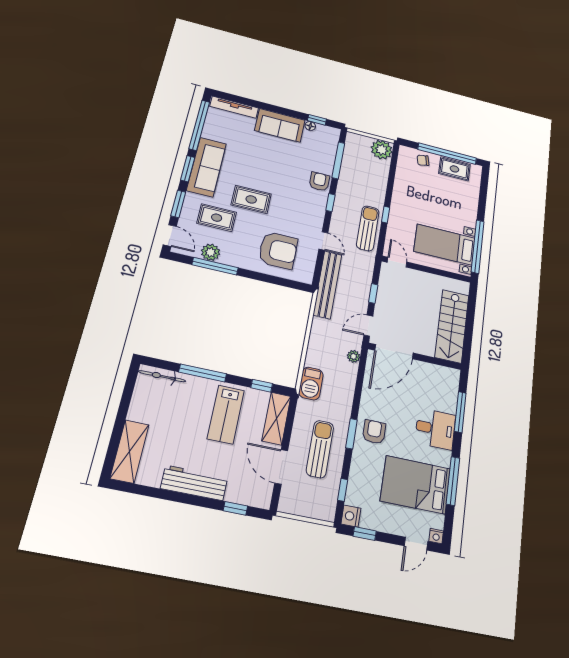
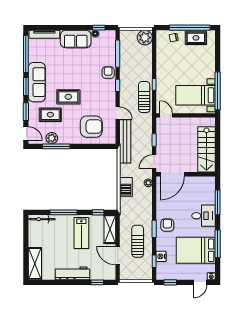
barbecue: (311, 384) -> (126, 187), moved
nightstand: (351, 516) -> (161, 256), moved

